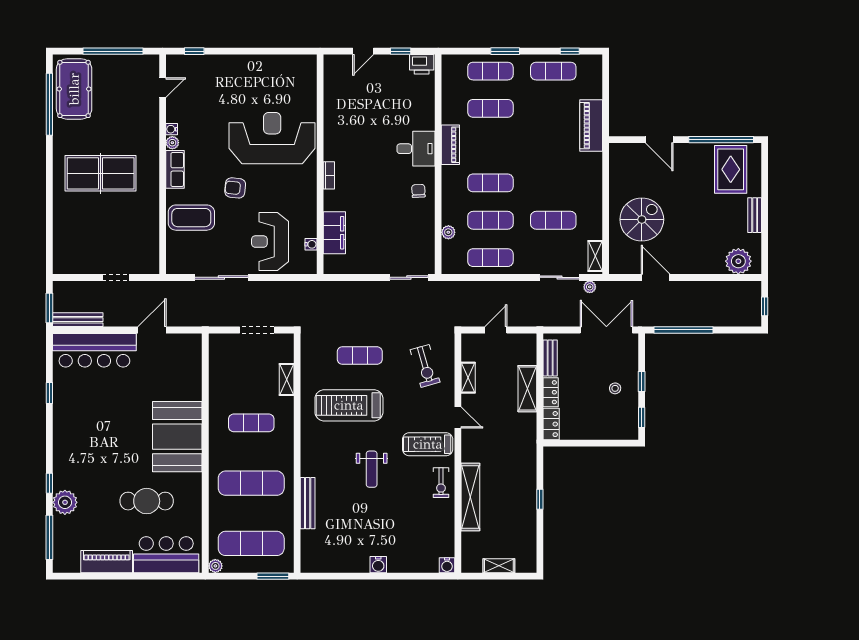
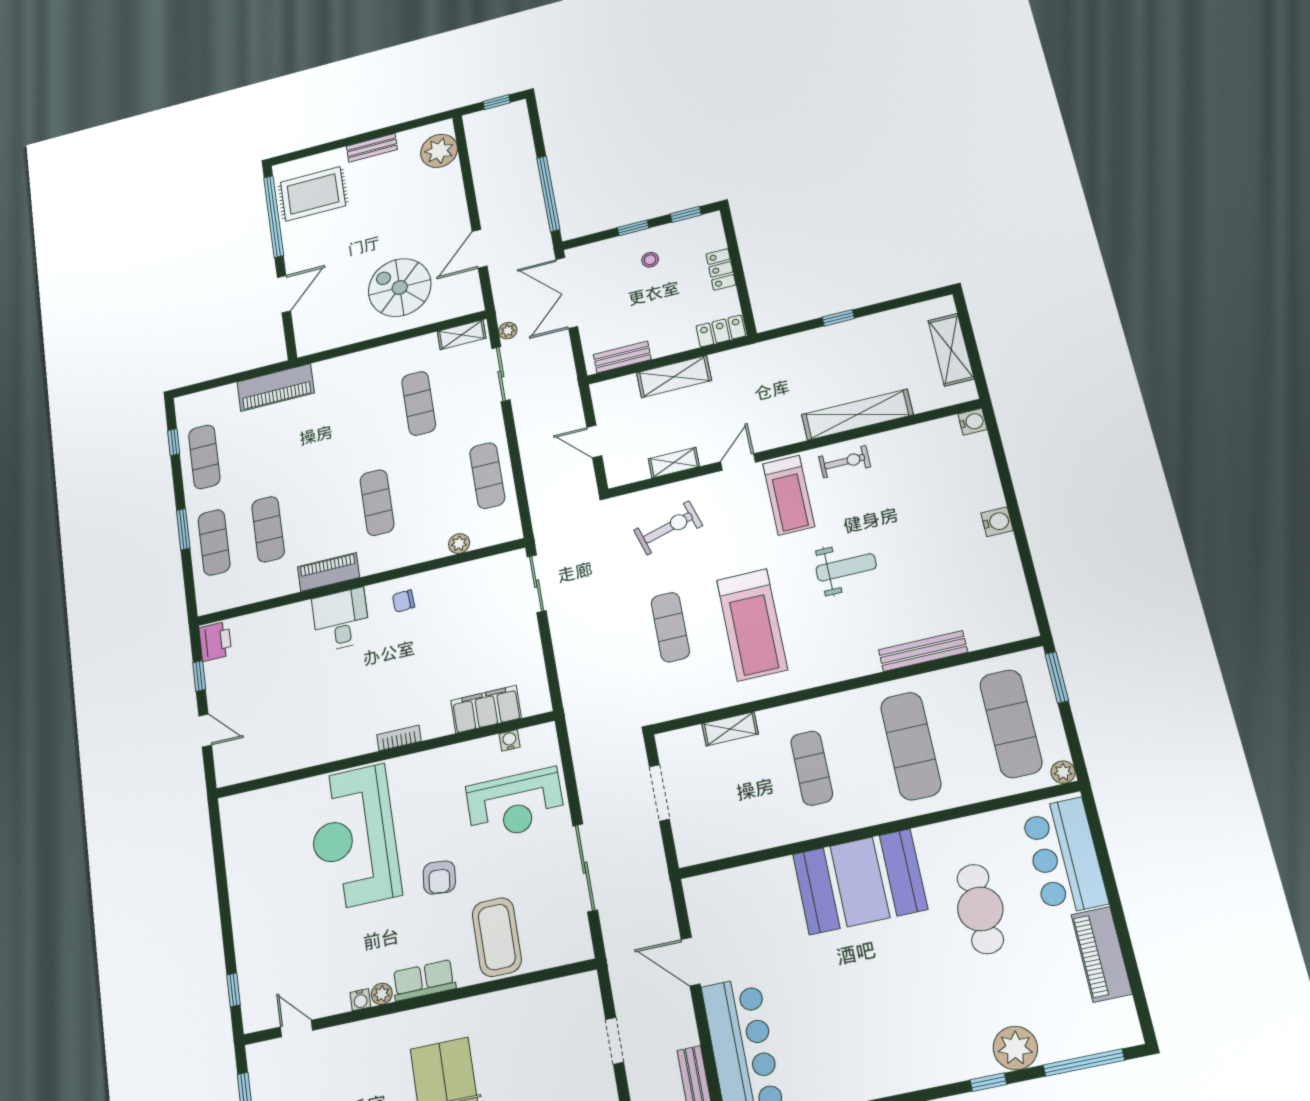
exercise mat: (490, 220) -> (432, 489), removed
locker: (551, 392) -> (721, 269), moved, turned -90
shelving: (499, 566) -> (951, 350), width x1.50, depth x1.33

